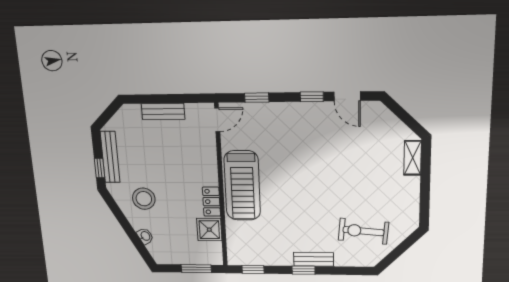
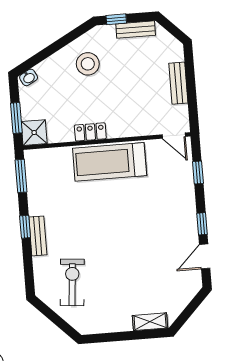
bench: (110, 157) -> (136, 30), width x0.73
shower: (209, 230) -> (34, 133), moved
washbasin: (145, 236) -> (29, 77), moved
window: (253, 269) -> (21, 176), width x1.50

